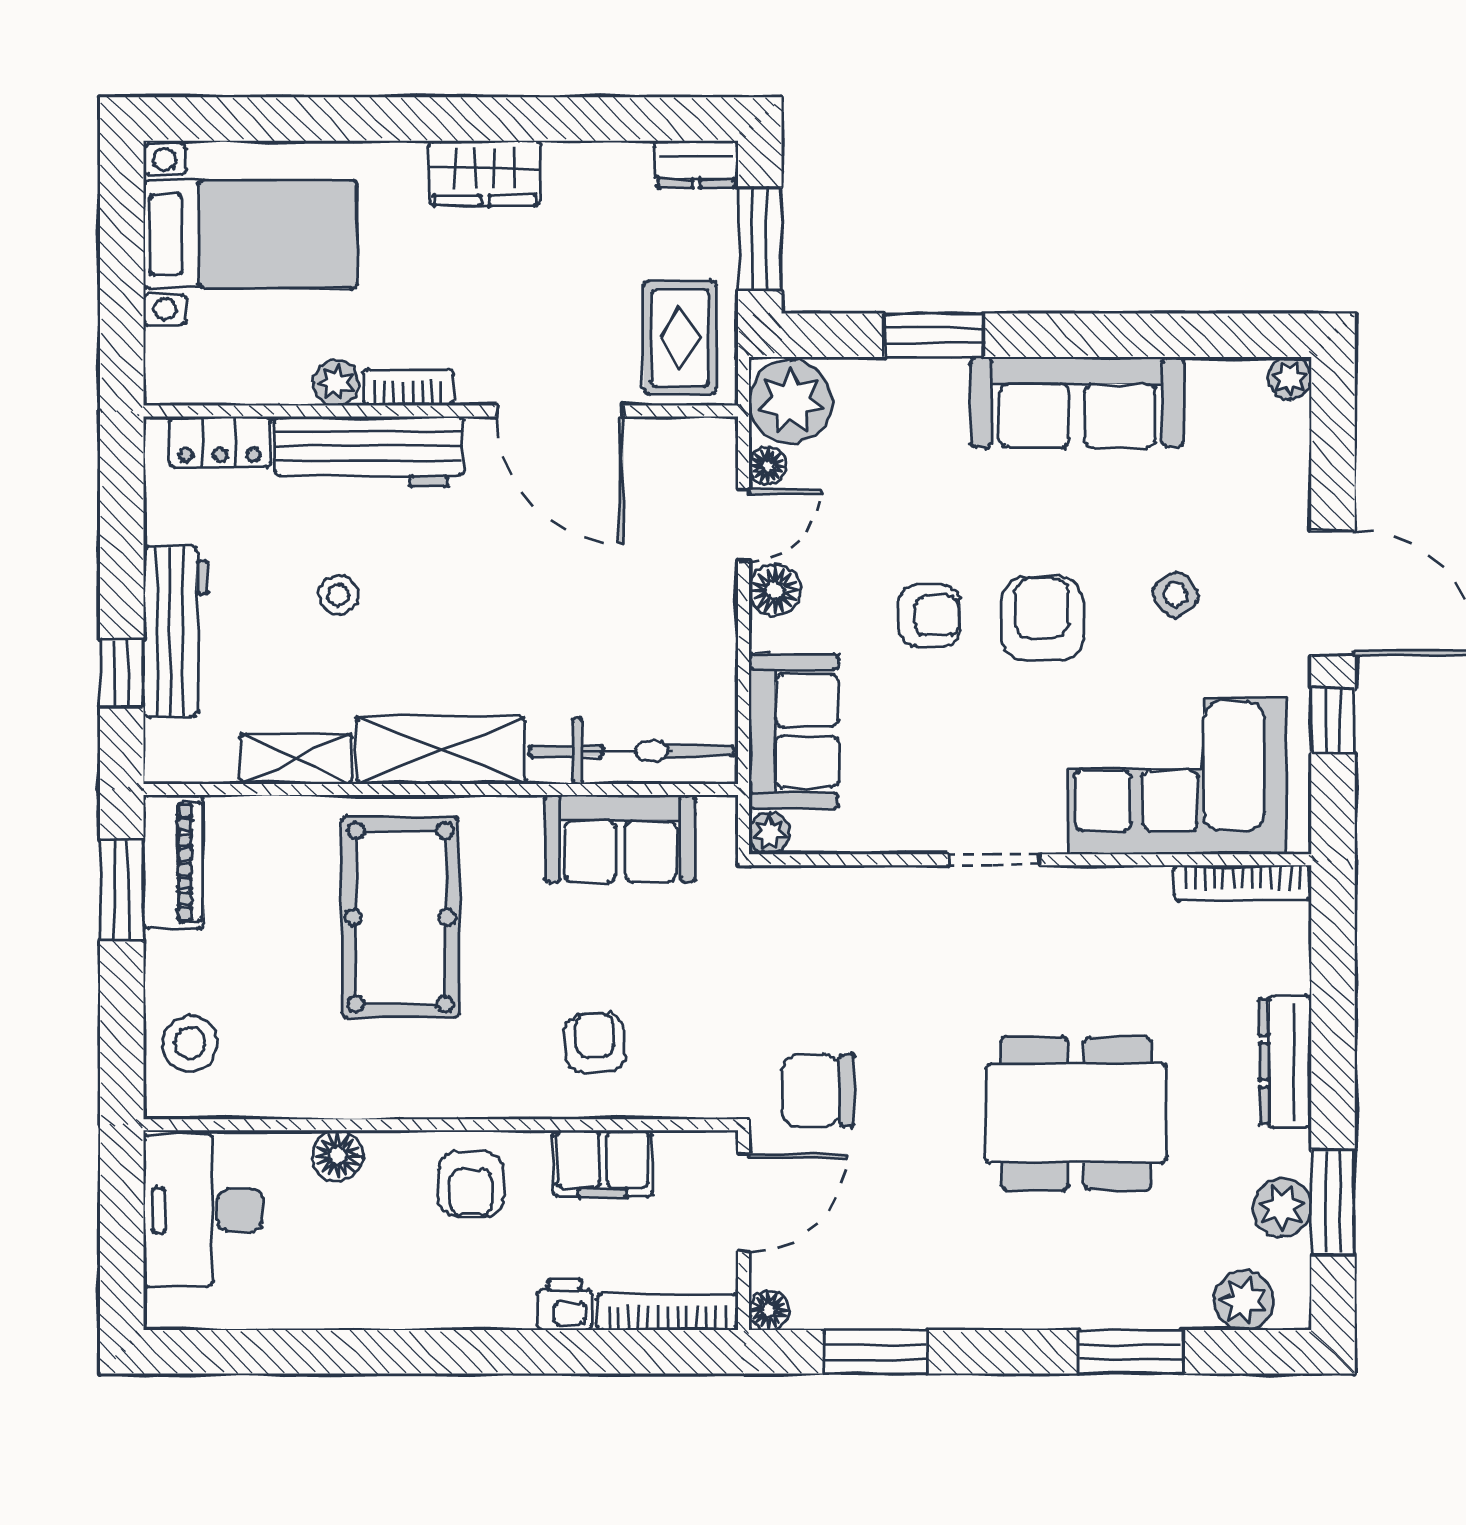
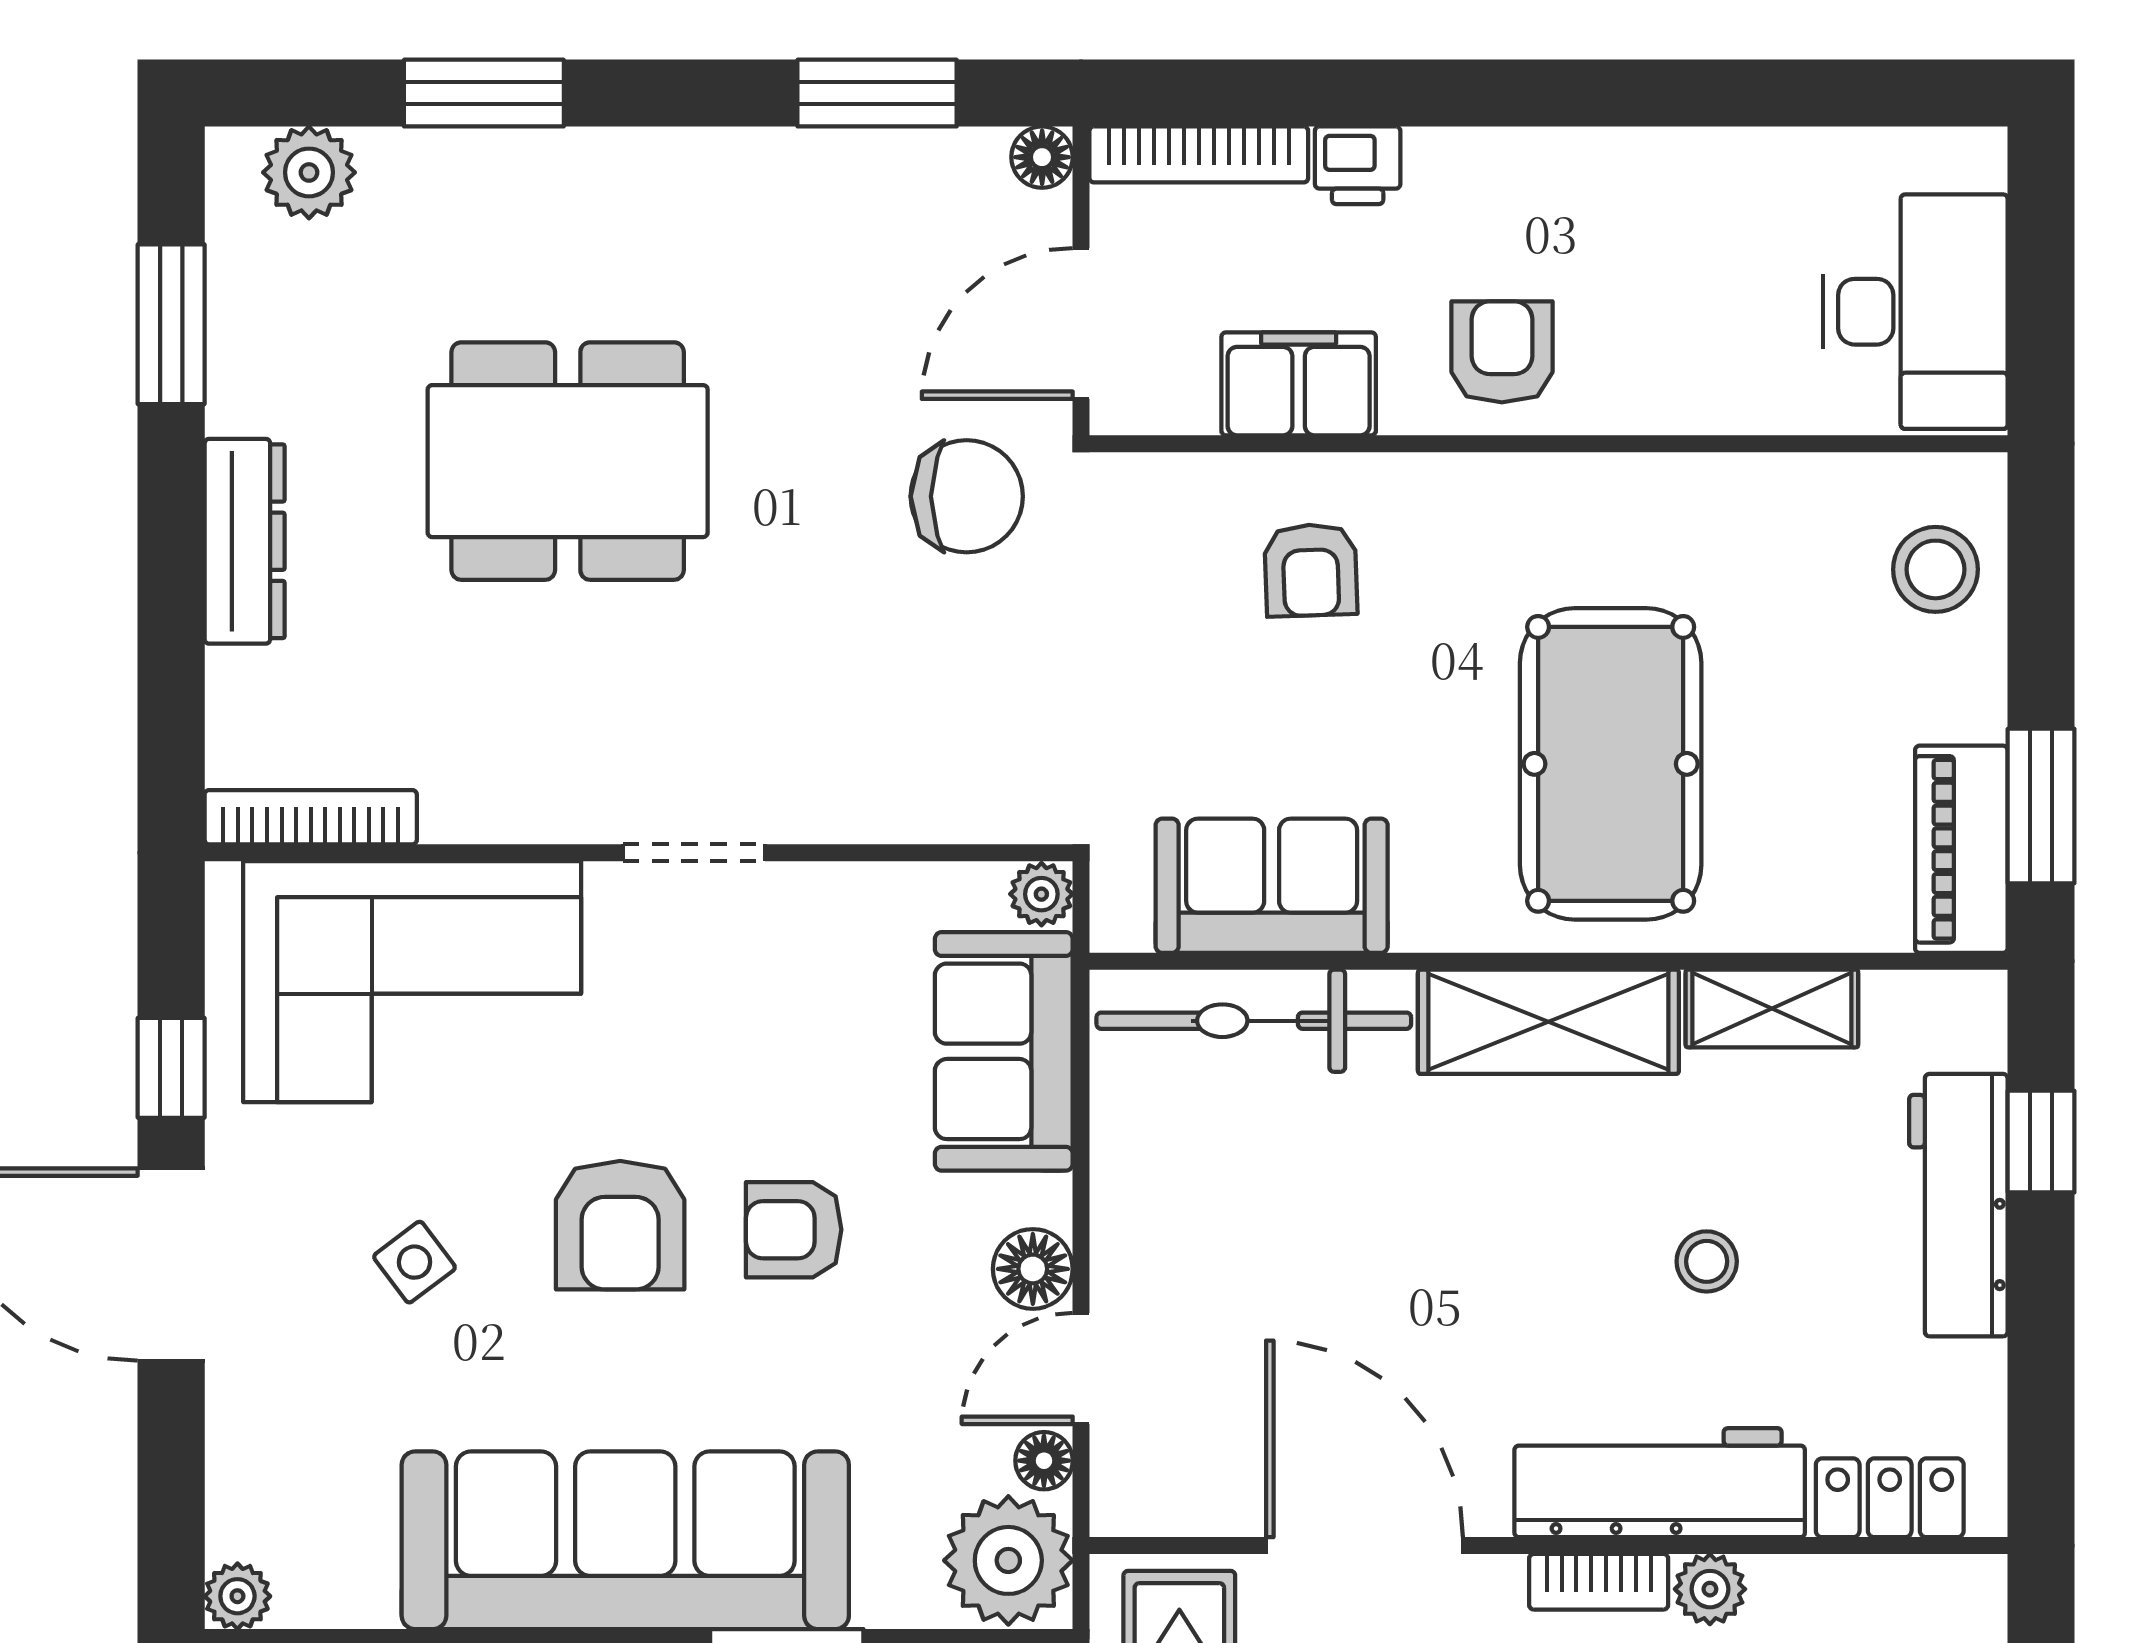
sofa: (1077, 402) -> (625, 1540), width x1.36, depth x1.27
floor lamp: (338, 1155) -> (1708, 396), removed
plant: (1282, 1207) -> (250, 316), removed

